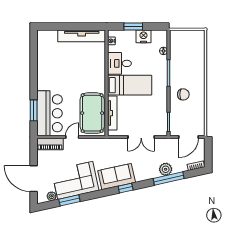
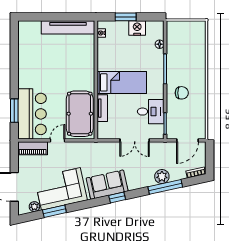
desk: (119, 63) -> (151, 112), moved, turned 180
tv unit: (112, 113) -> (102, 108), width x0.71

